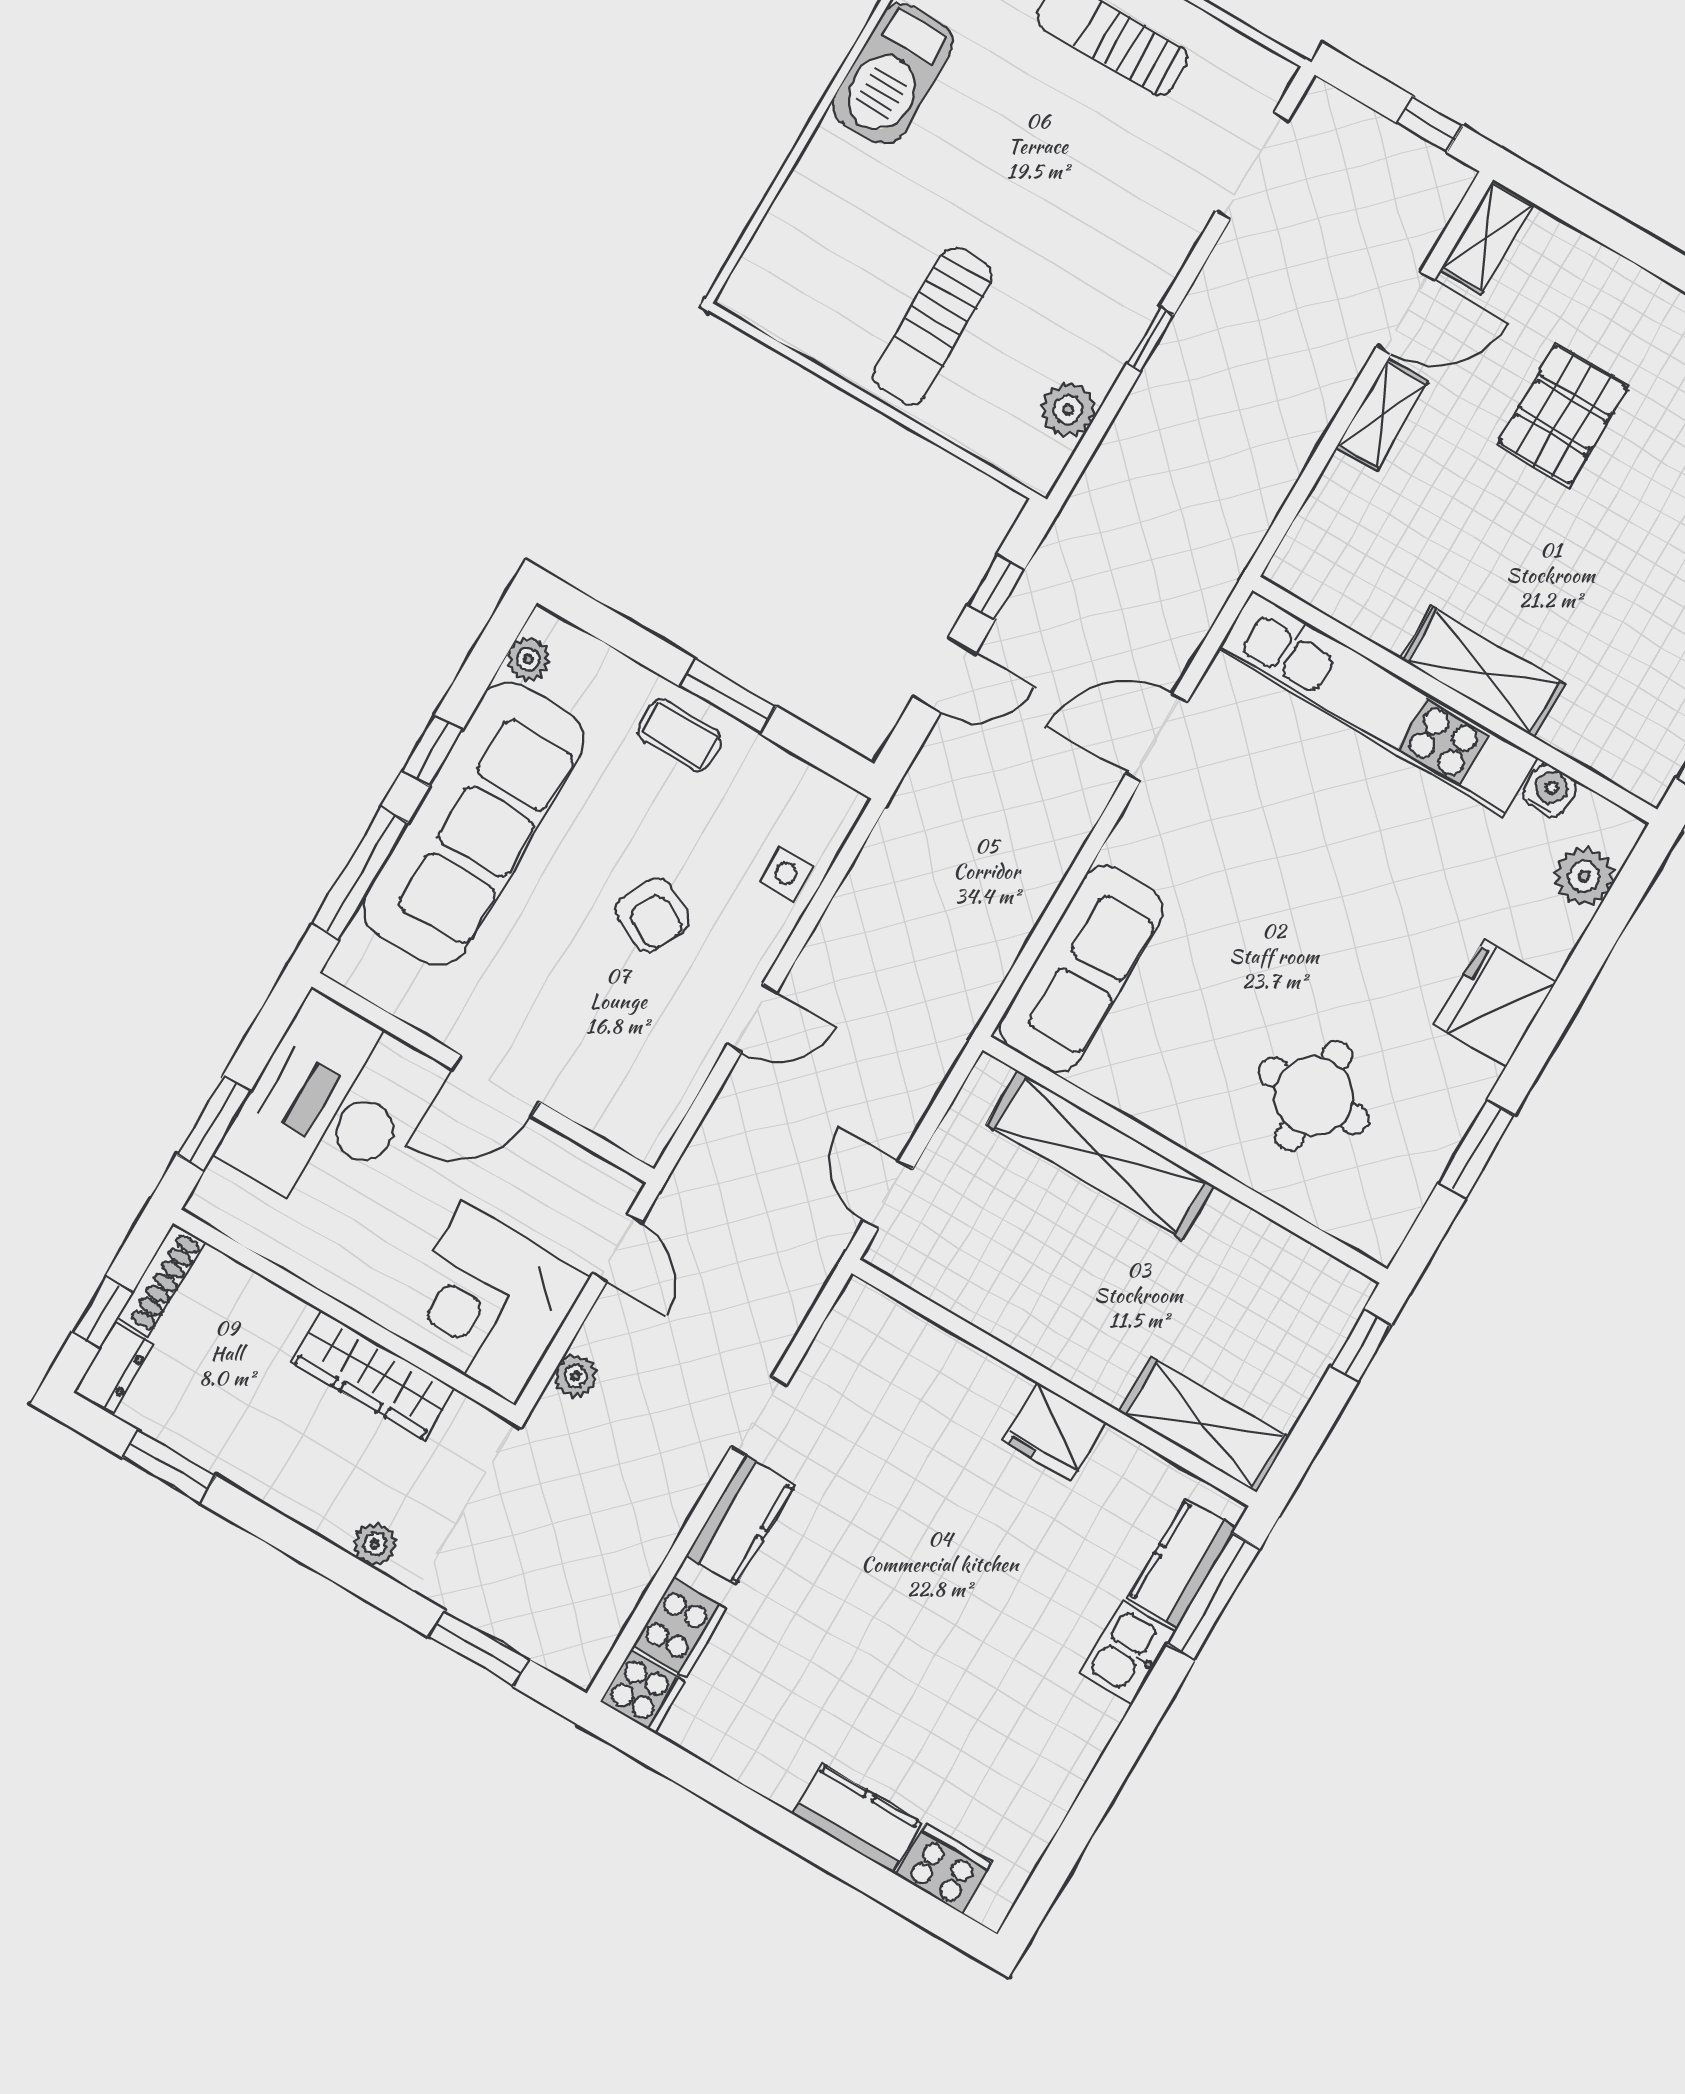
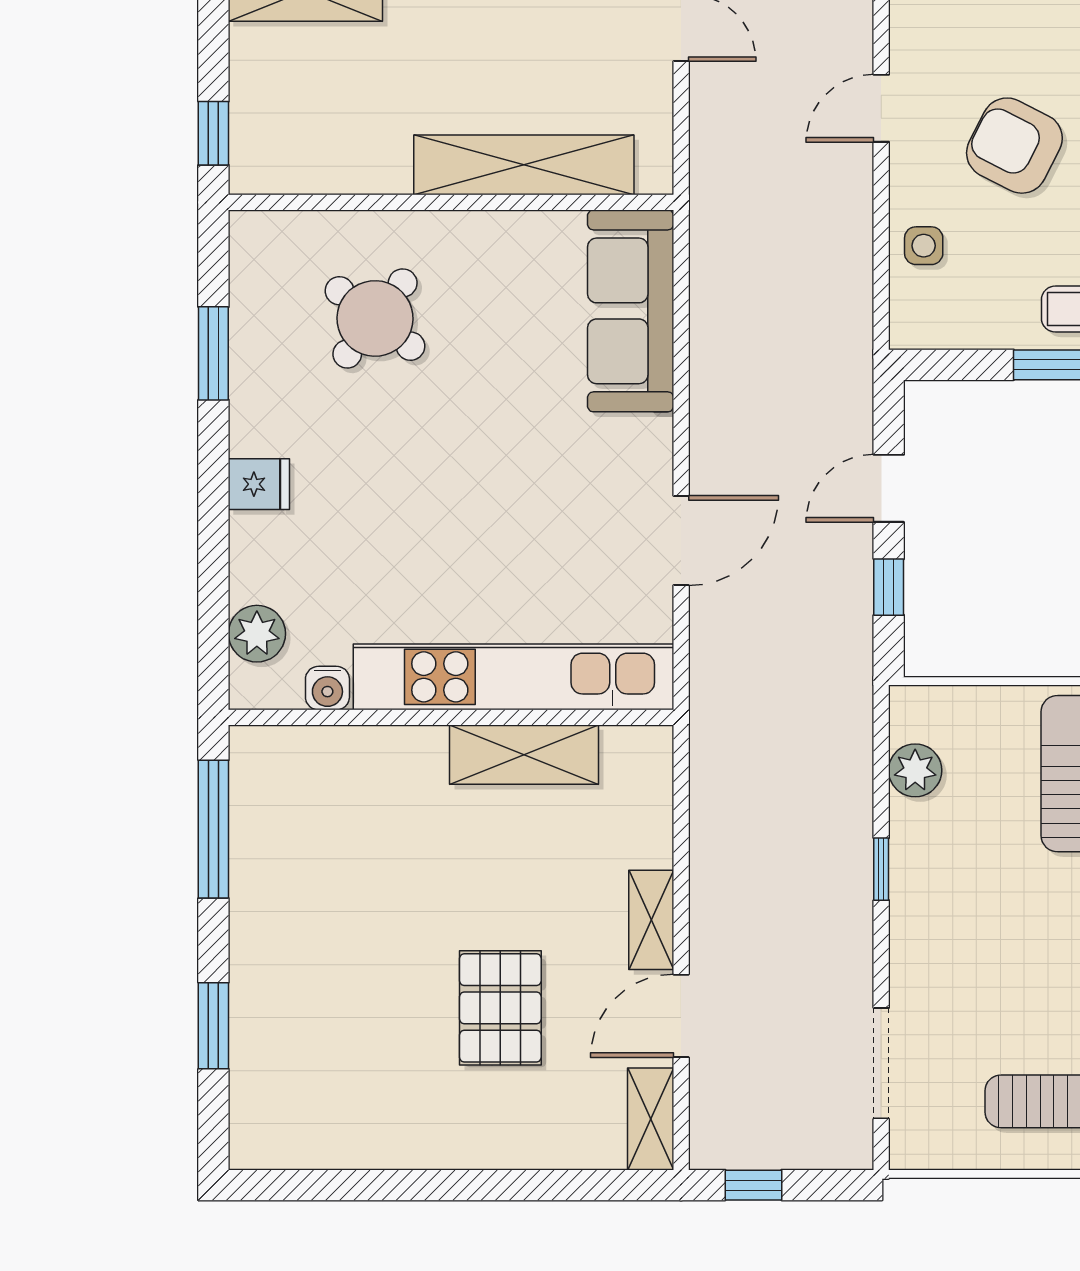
shelving: (1483, 672) -> (524, 755), moved
armchair: (652, 915) -> (1014, 146), width x1.38, depth x1.38
fridge: (1495, 1003) -> (259, 484), width x0.53, depth x0.75
round table: (1314, 1096) -> (375, 318), turned 38

